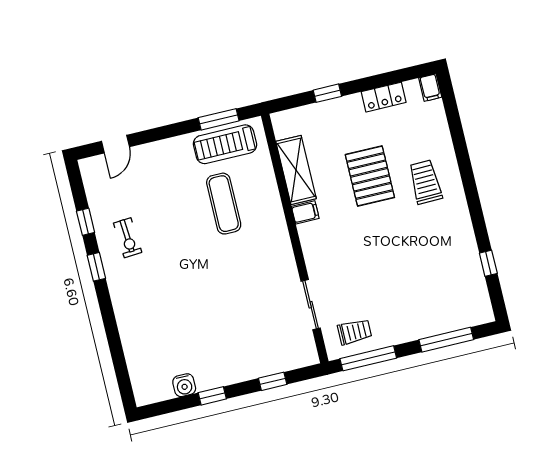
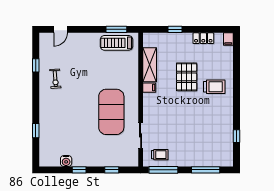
trolley: (425, 182) -> (214, 87), turned 91
exercise mat: (224, 204) -> (111, 112), moved, width x2.00, depth x1.45
window: (96, 267) -> (36, 131), moved

